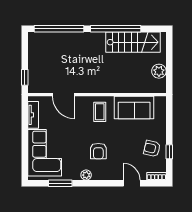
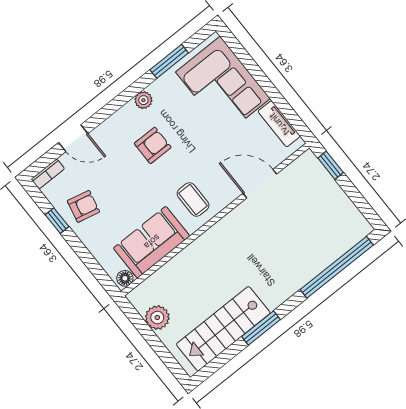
window: (116, 29) -> (261, 328), width x0.47
floor lamp: (159, 101) -> (125, 278), added
armchair: (98, 151) -> (153, 145), turned 90

